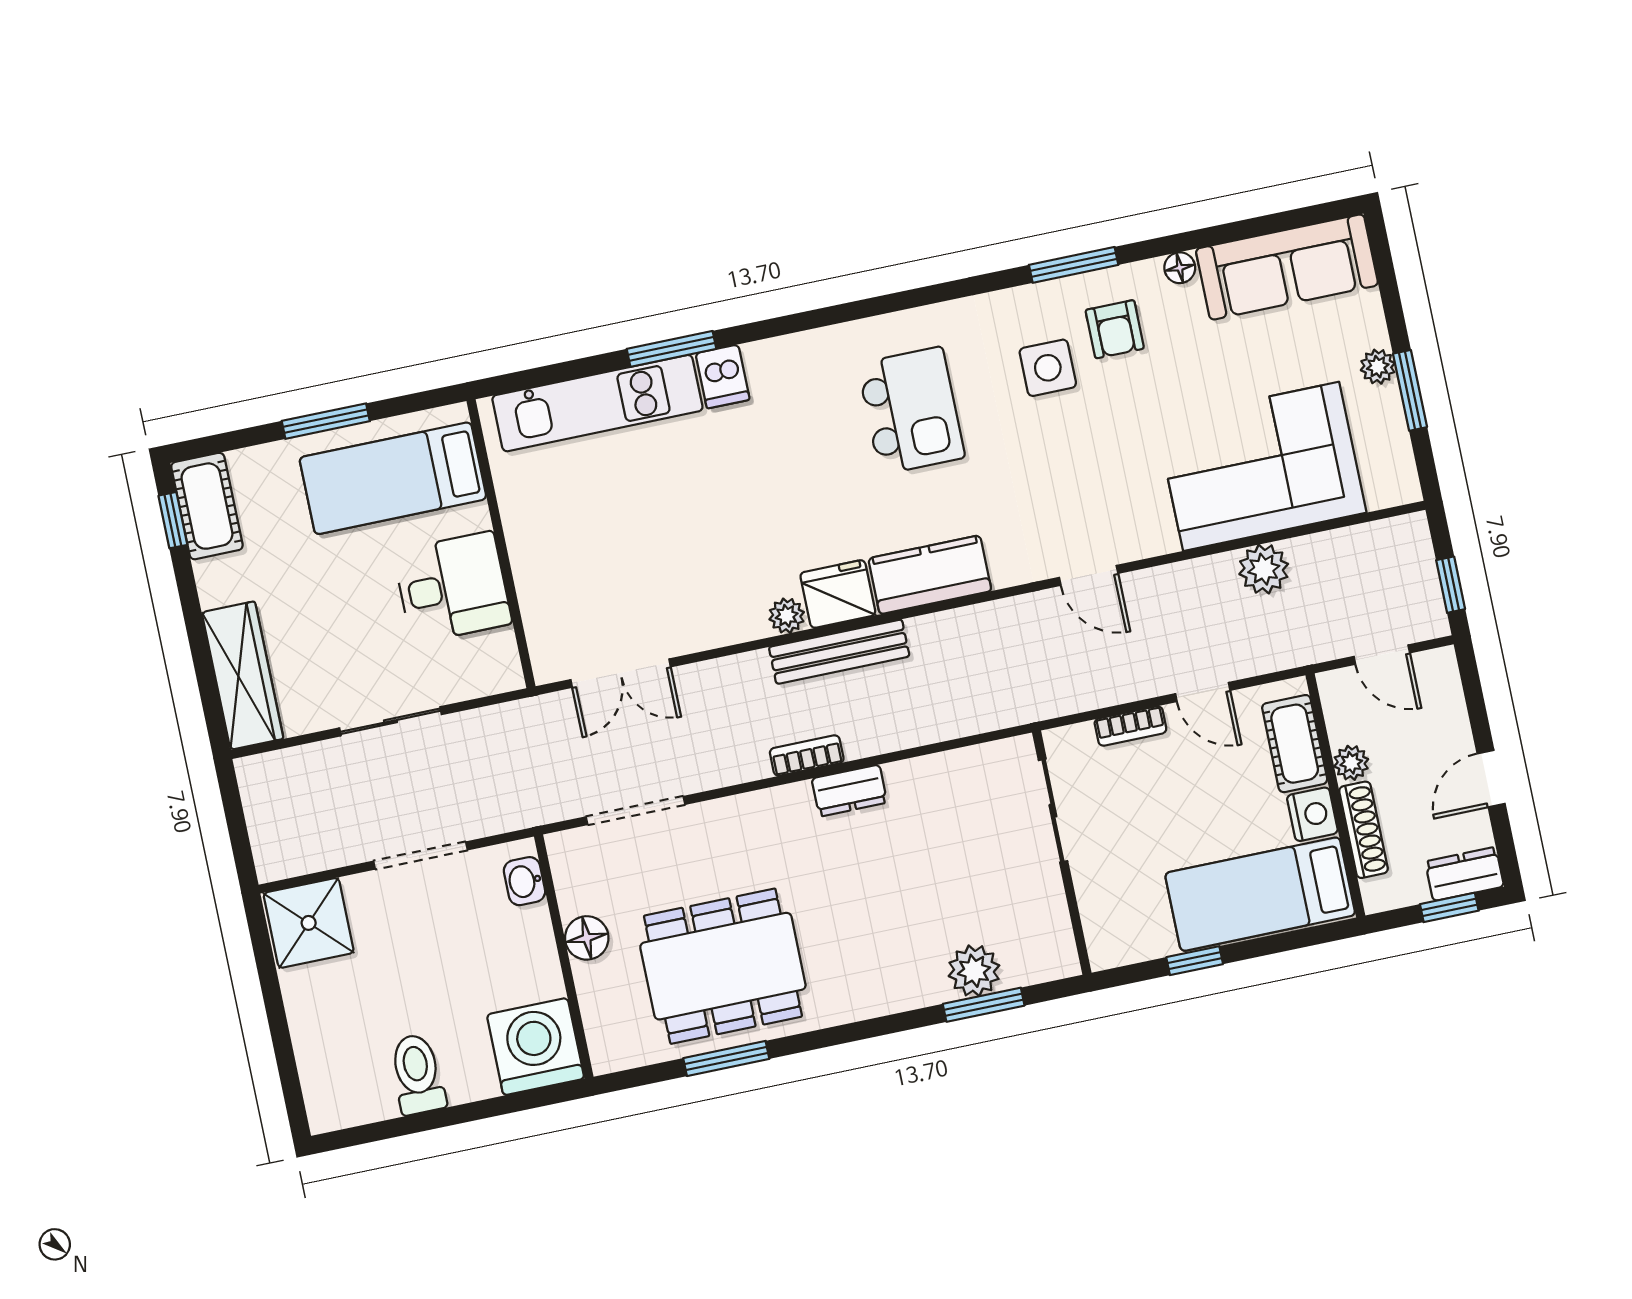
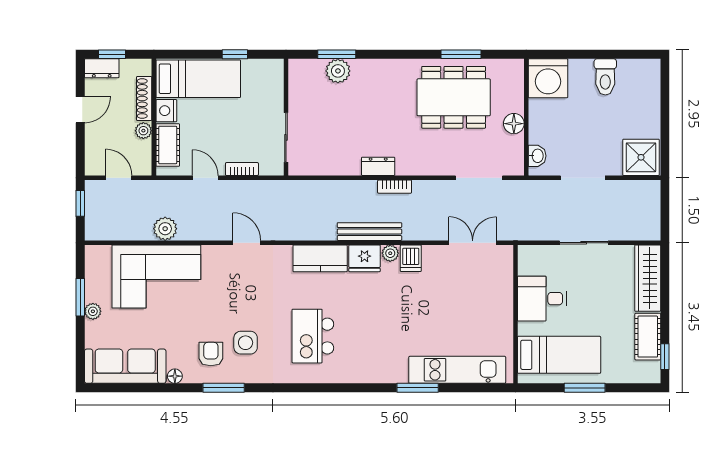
dishwasher: (723, 377) -> (411, 258), moved, turned 180
cot: (207, 506) -> (648, 337), moved

